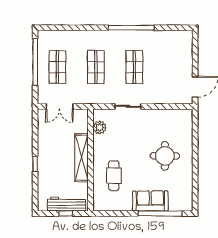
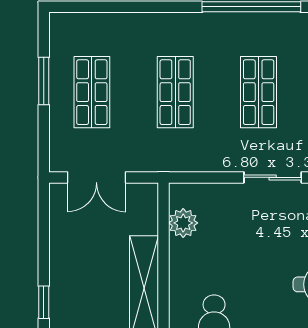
window: (35, 62) -> (44, 81), width x0.47
sliding door: (128, 106) -> (273, 177), moved

